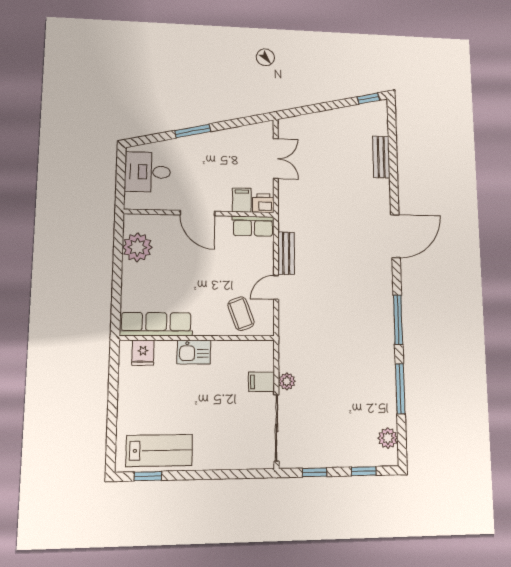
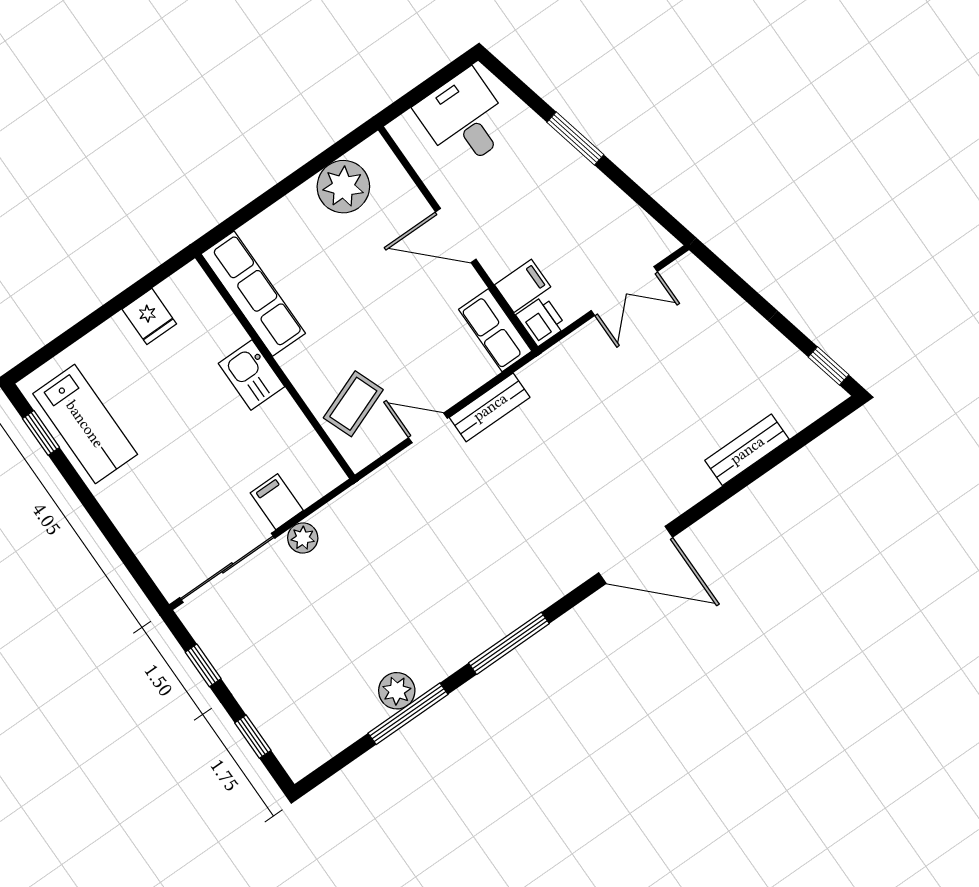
door: (197, 213) -> (456, 236), hinge flipped
fridge: (143, 353) -> (149, 316), moved, turned -90
plant: (388, 438) -> (397, 691), moved

